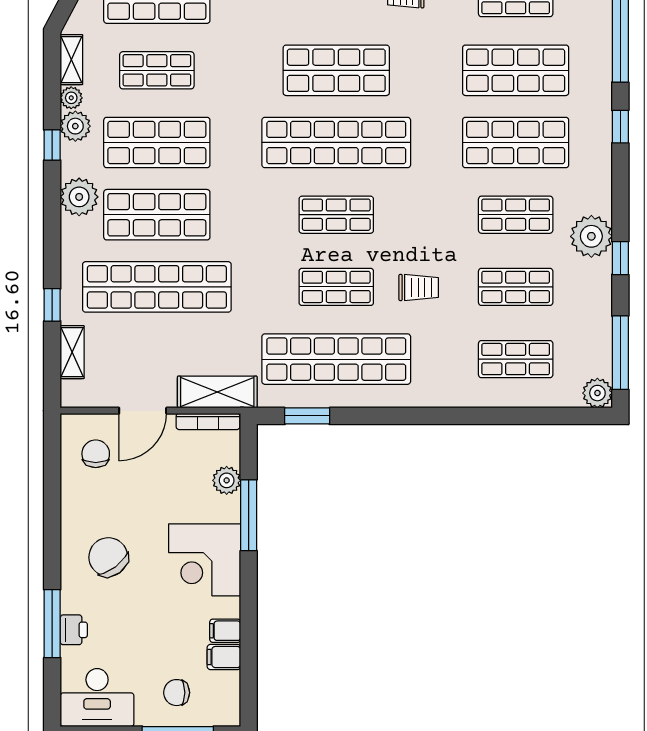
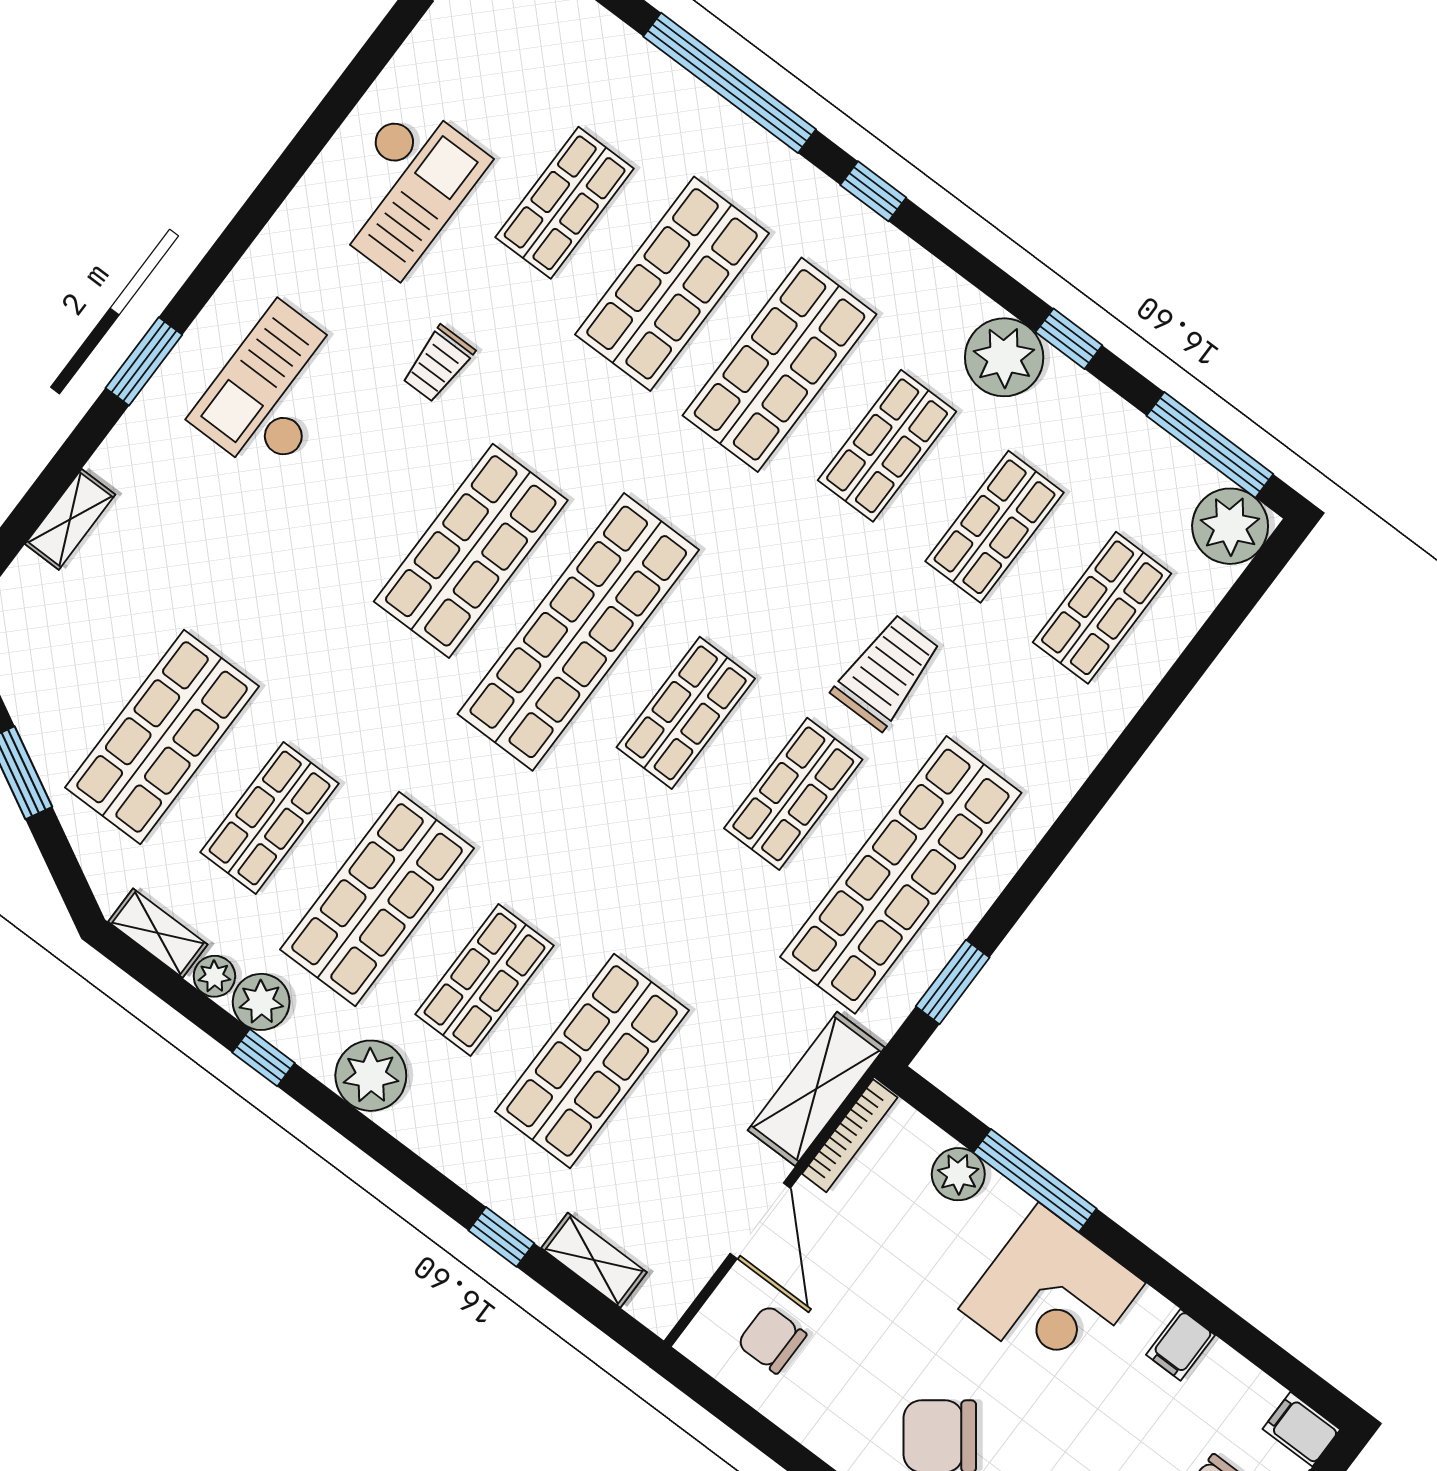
shop shelf: (157, 215) -> (485, 980), width x0.70, depth x0.74
shop shelf: (157, 287) -> (592, 1061), width x0.71
trolley: (419, 287) -> (887, 672), width x1.36, depth x1.39
plant: (597, 393) -> (1230, 526), width x1.36, depth x1.36
filing cabinet: (224, 657) -> (1301, 1429), moved, turned 90

